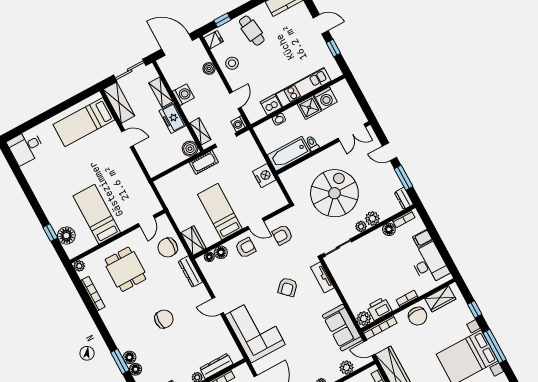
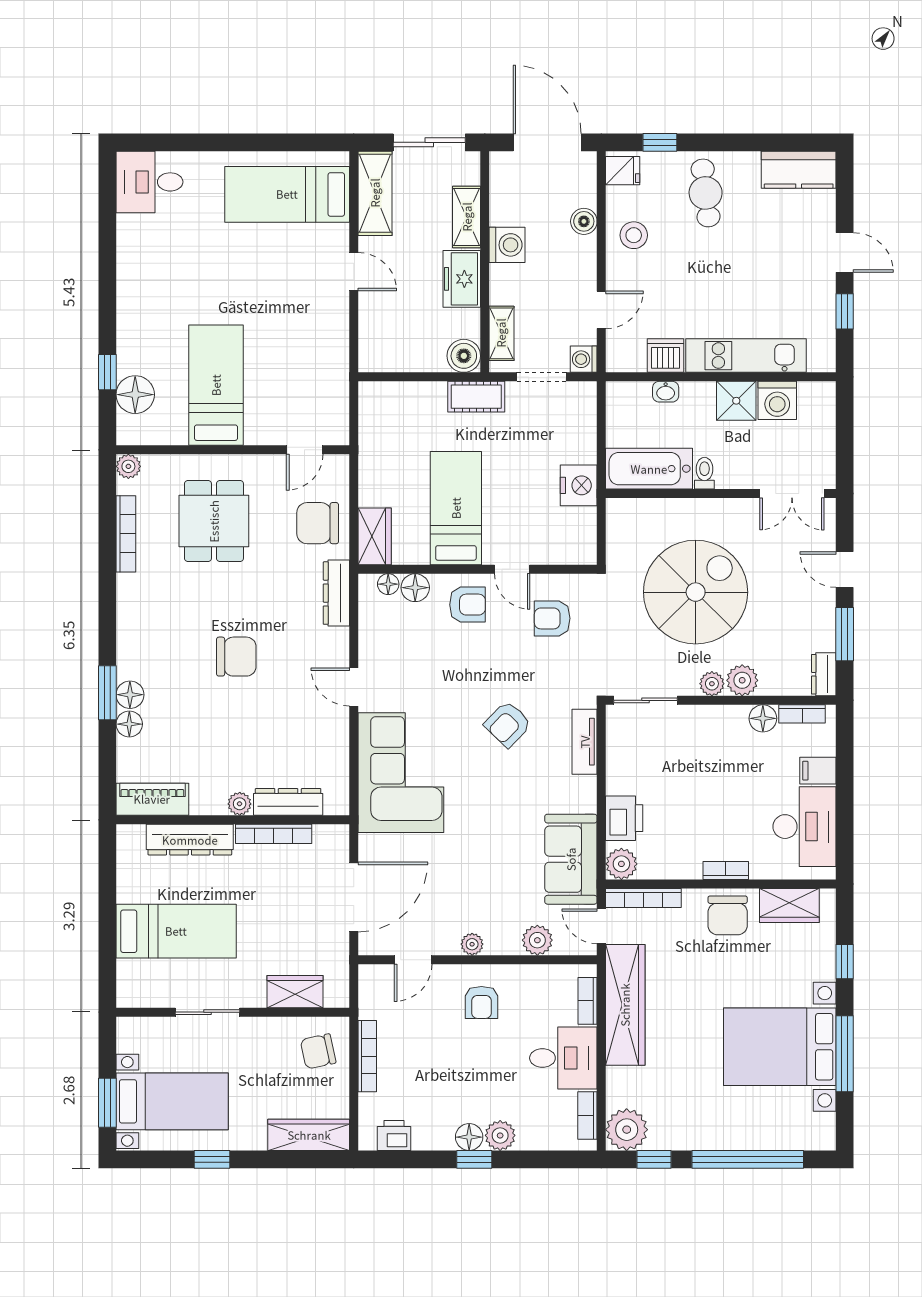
printer: (379, 309) -> (624, 818), moved, turned 90

